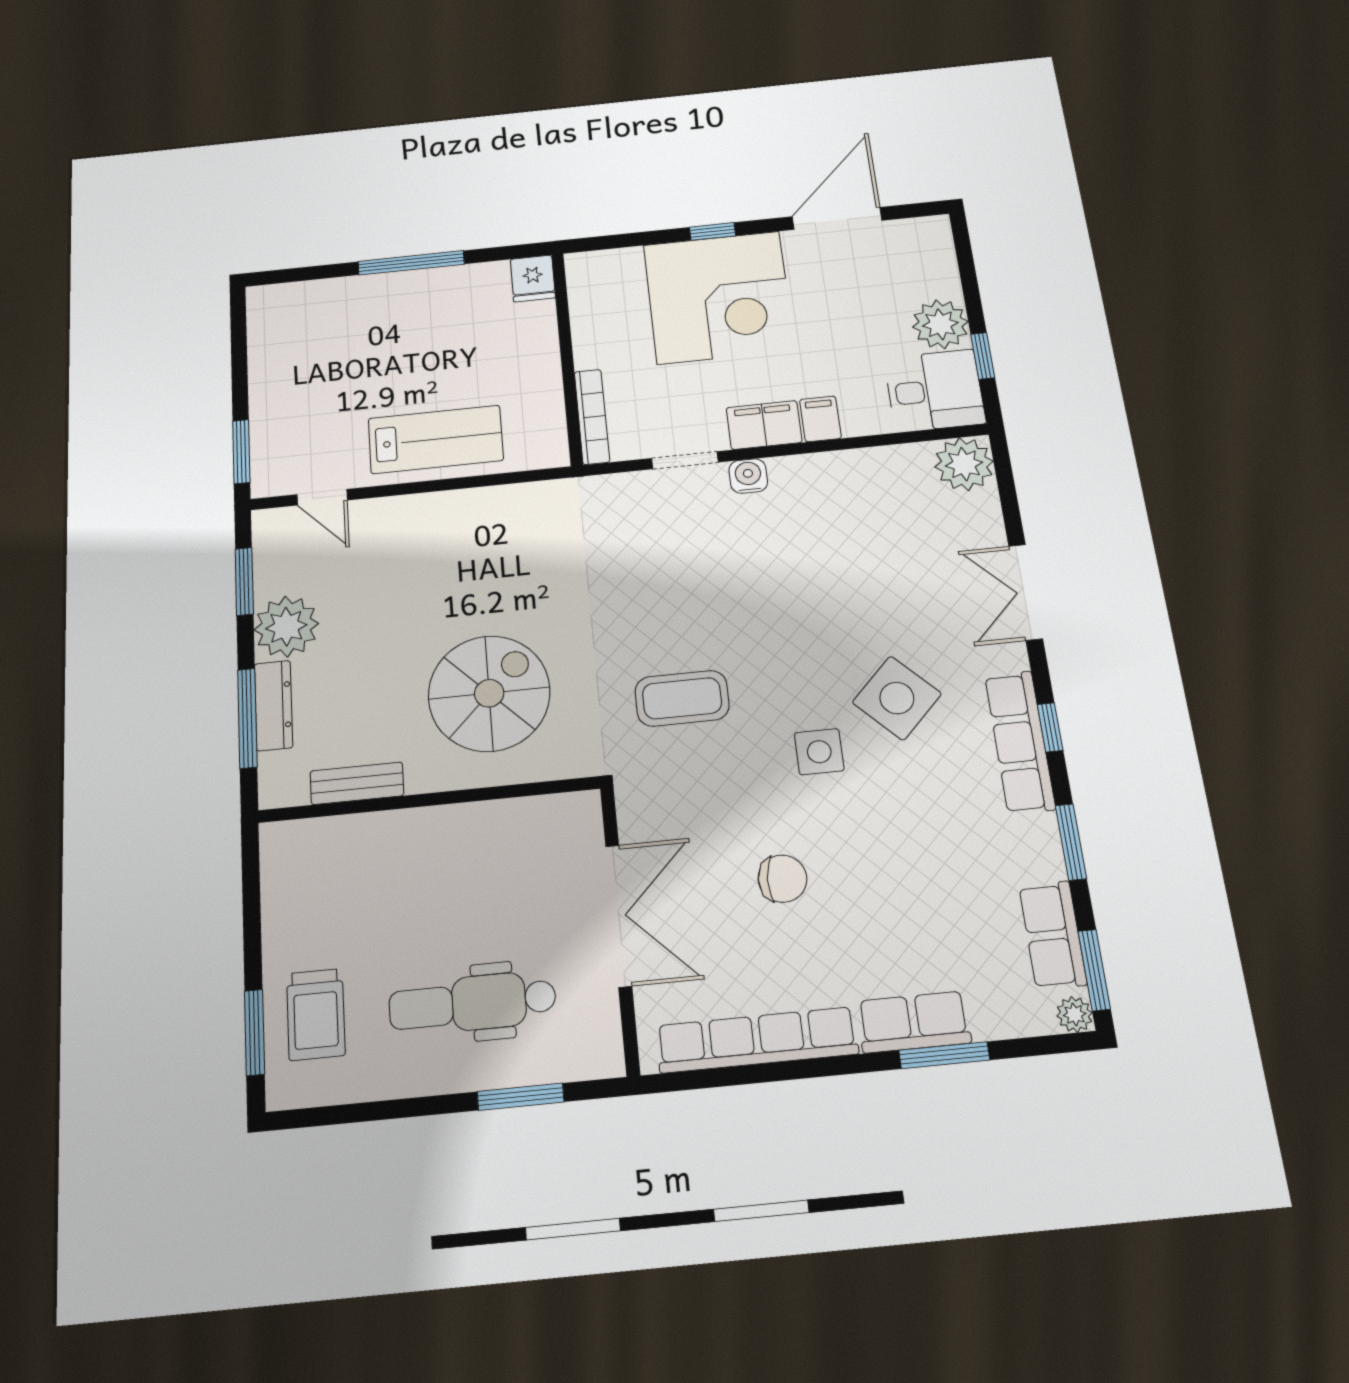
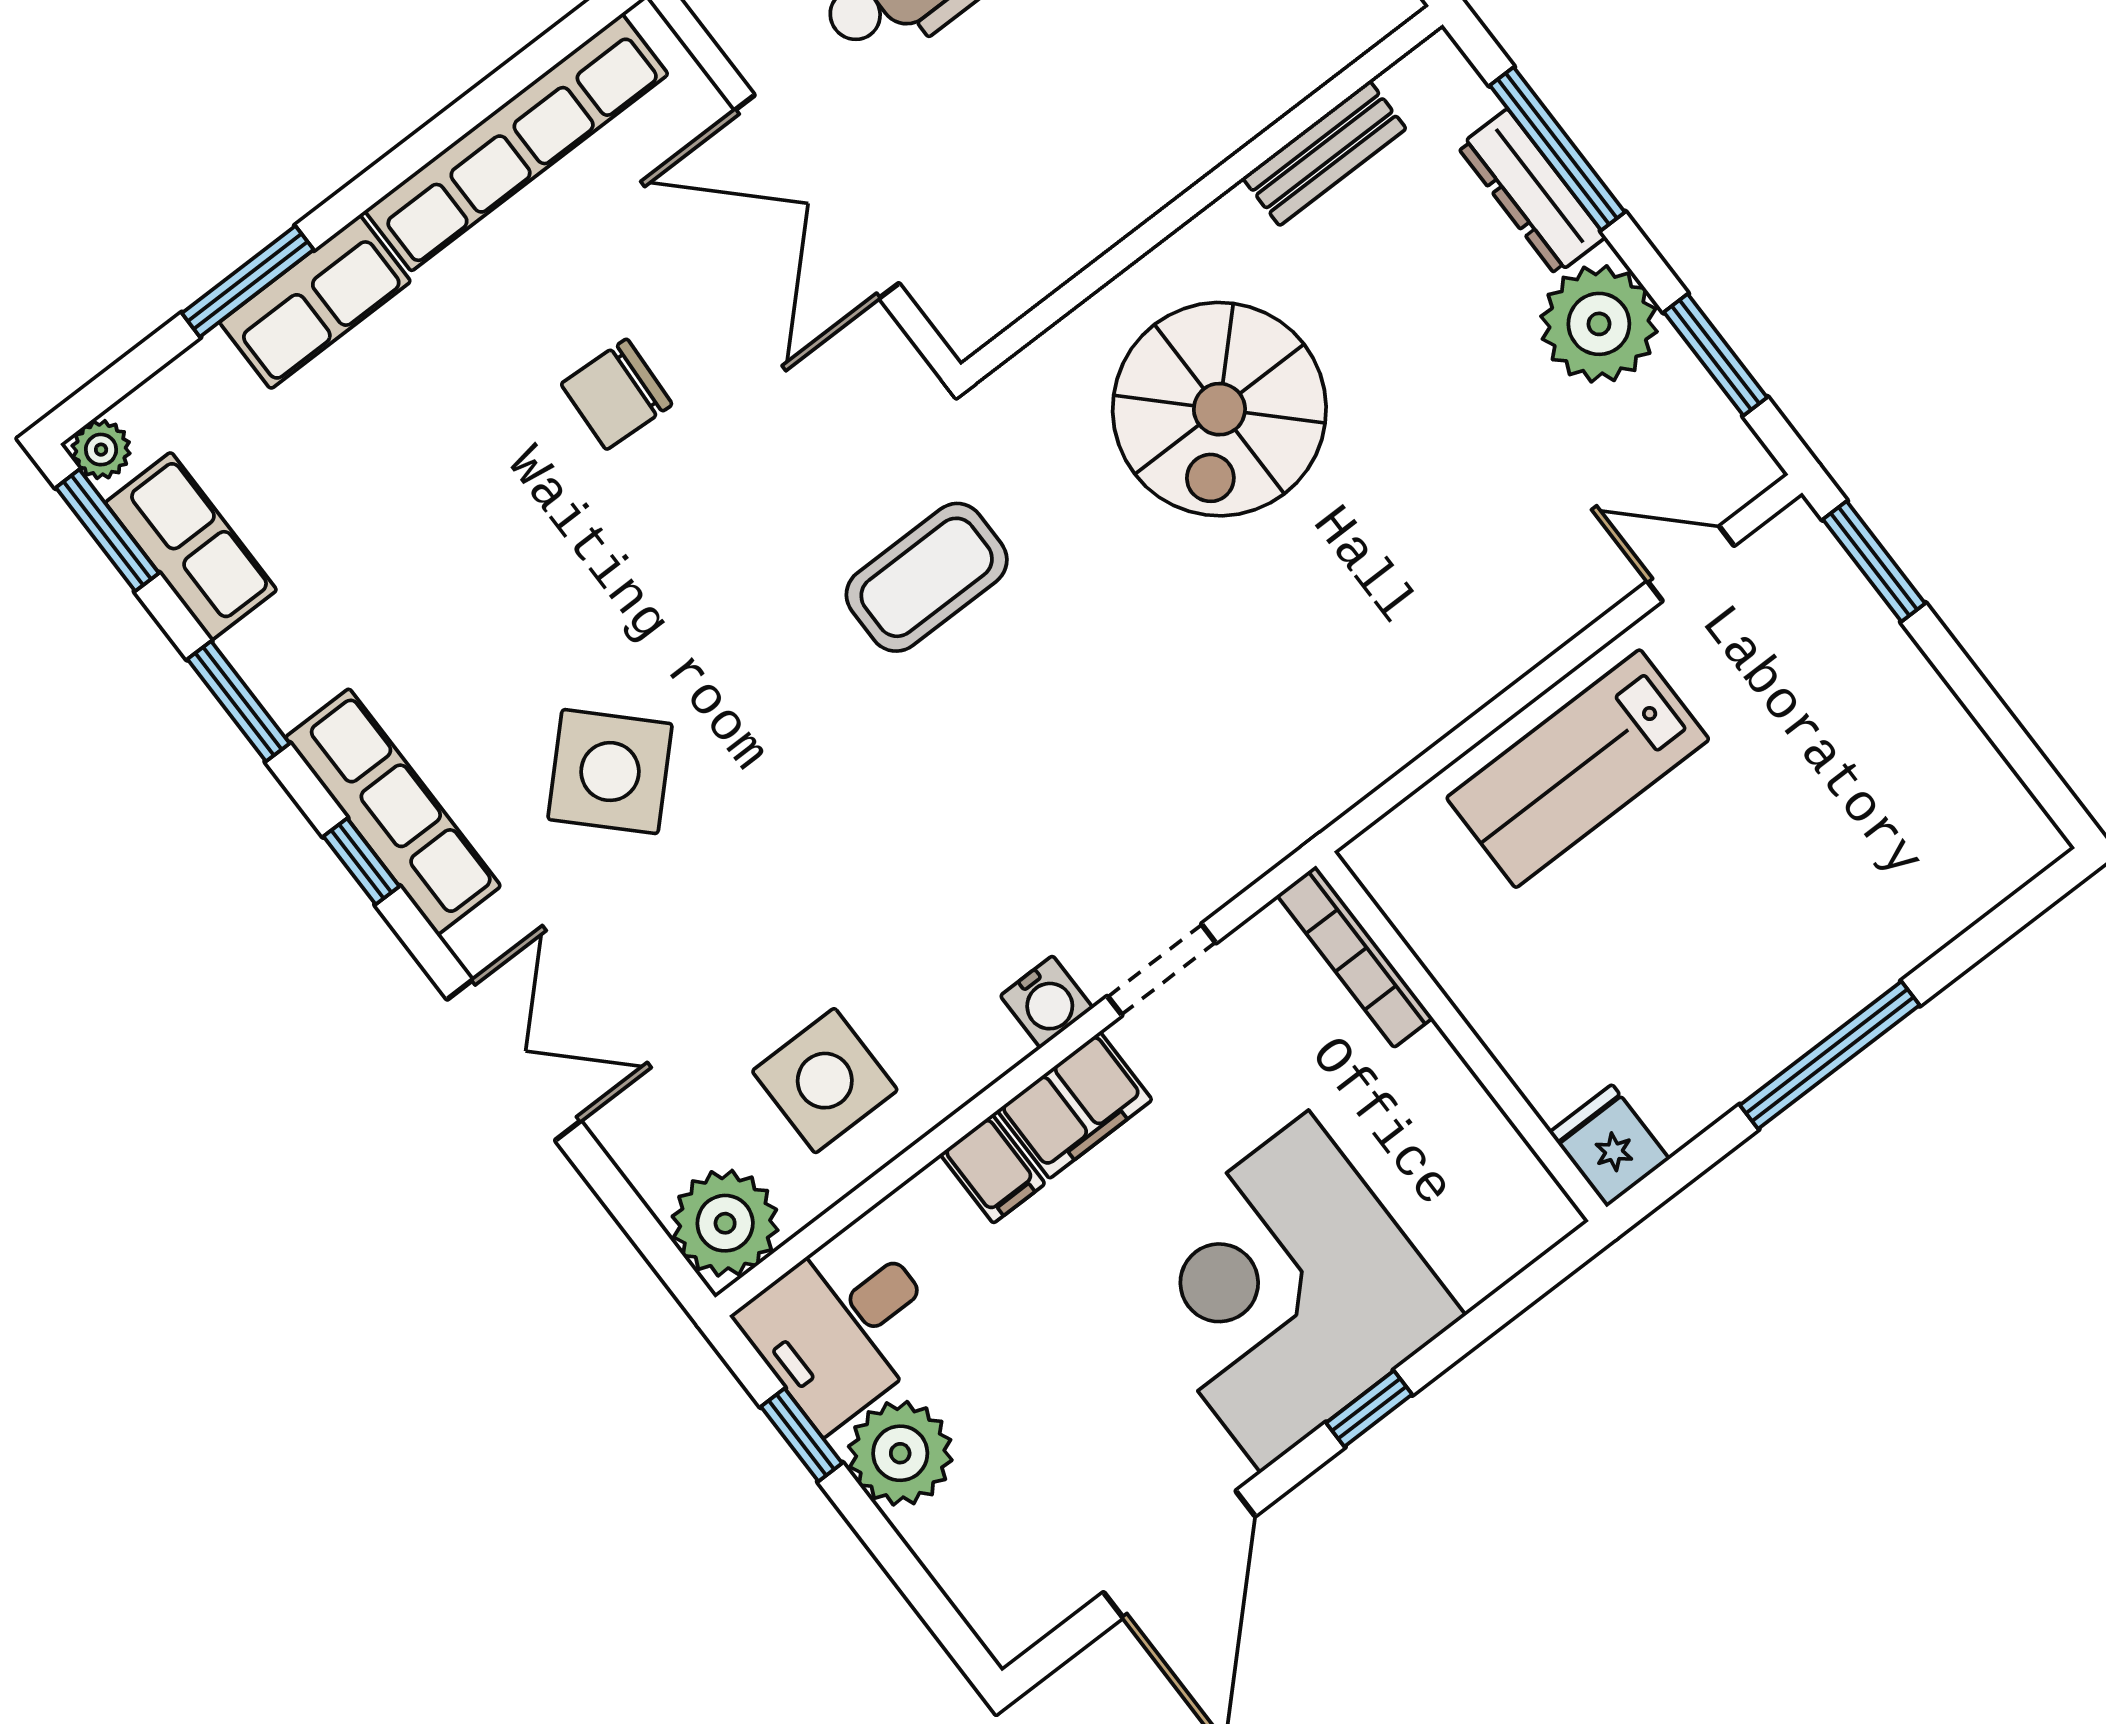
side table: (819, 752) -> (825, 1081), moved, width x1.37, depth x1.37

